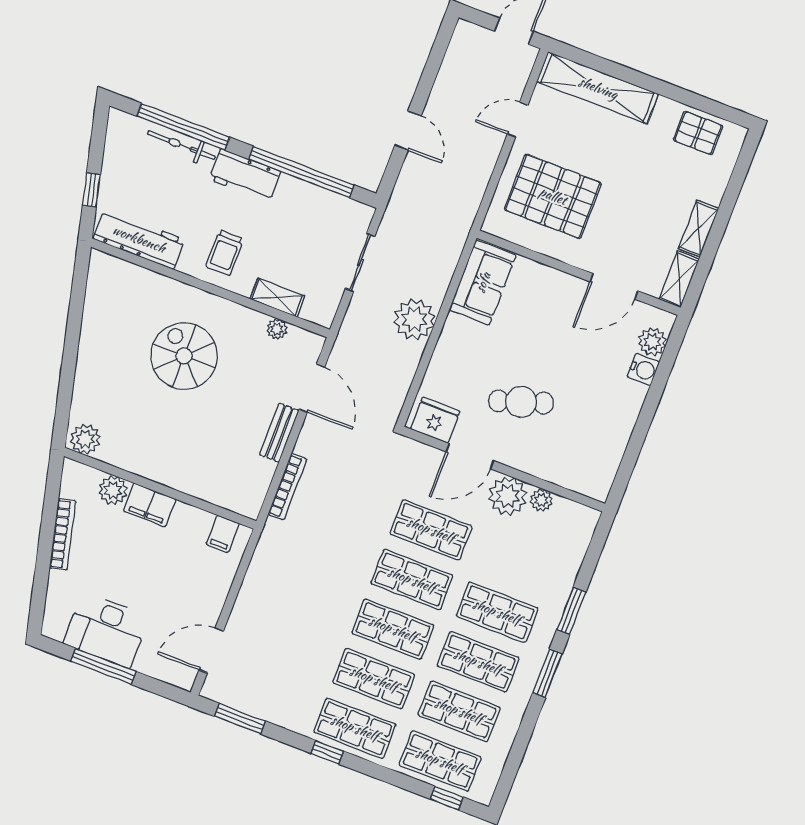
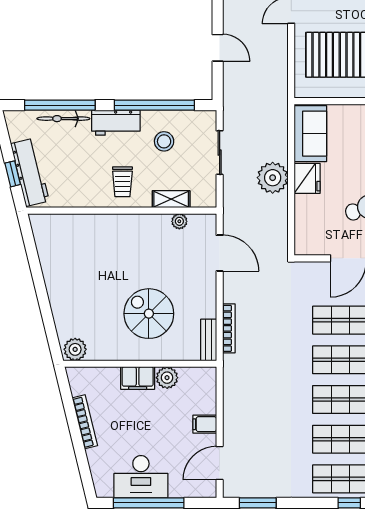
stool: (296, 222) -> (164, 141), added
workbench: (139, 239) -> (30, 172), moved, turned 76
spiral stairs: (184, 356) -> (149, 314), moved
fridge: (435, 420) -> (307, 178), moved, turned 90
bench: (279, 433) -> (209, 340), moved
plant: (113, 490) -> (167, 378), moved
filing cabinet: (223, 534) -> (205, 424), moved, turned 90
window: (103, 666) -> (149, 503), width x1.46
window: (327, 752) -> (349, 503), moved

